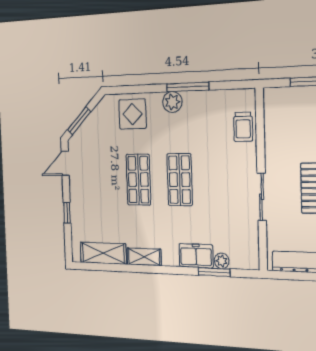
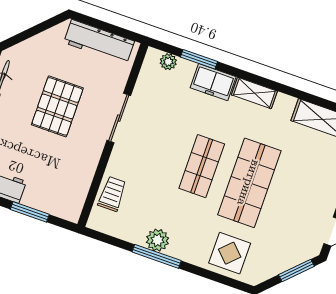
plant: (172, 102) -> (157, 240), moved
shop shelf: (138, 180) -> (249, 183), width x1.43, depth x1.36
shelving: (144, 257) -> (254, 93), moved
plant: (222, 261) -> (168, 62), moved

